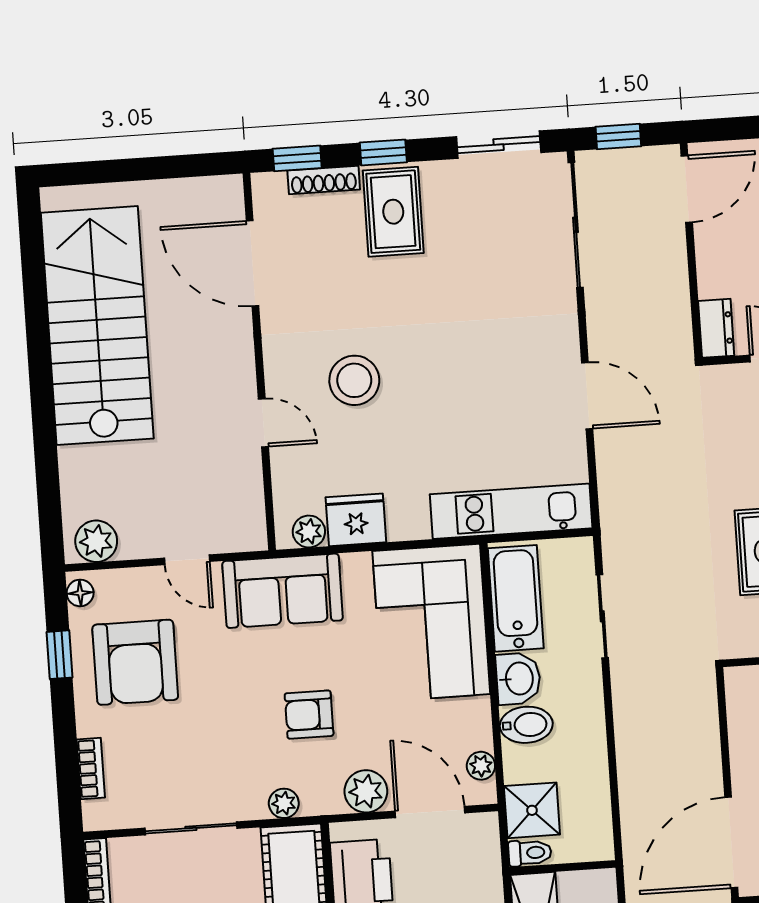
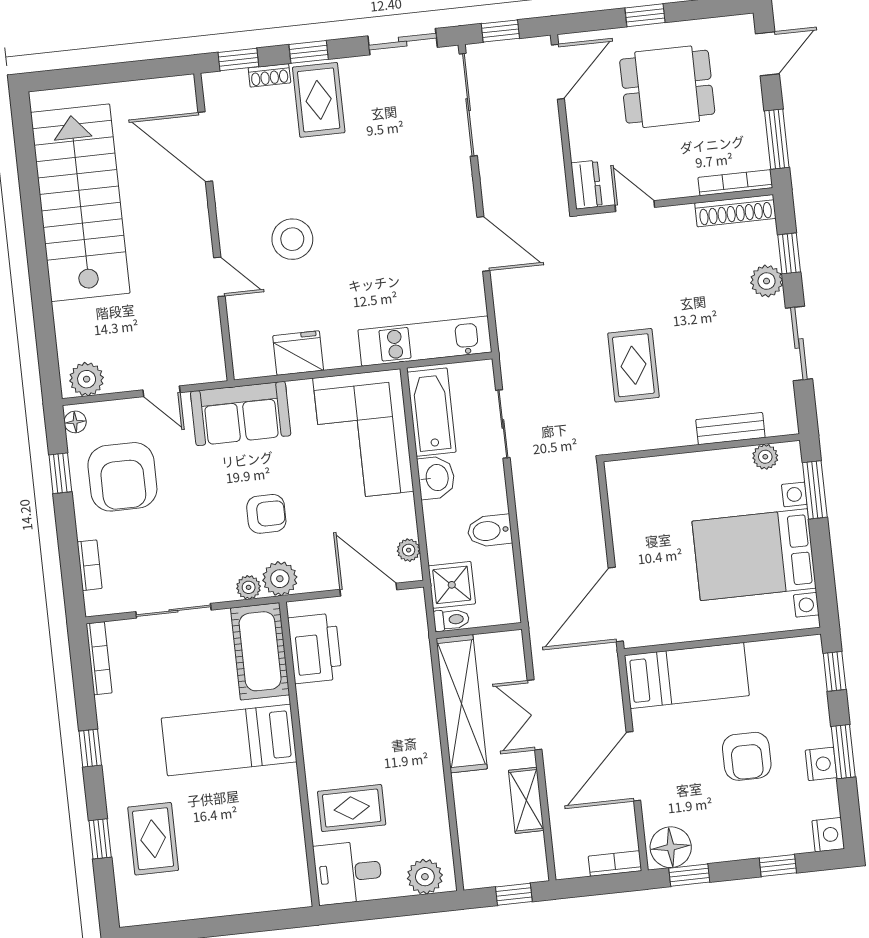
shoe rack: (324, 180) -> (269, 75), width x0.70
plant: (309, 532) -> (260, 364), removed
armchair: (309, 715) -> (266, 514), turned 180
bidet: (526, 725) -> (490, 531), moved, turned 180
plant: (366, 791) -> (280, 579), moved

